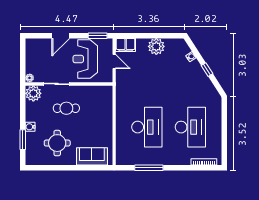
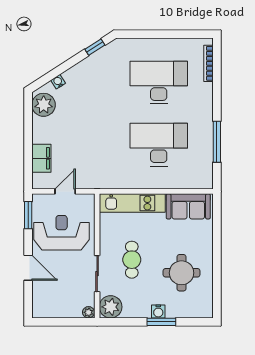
filing cabinet: (126, 45) -> (41, 158), moved
plant: (156, 46) -> (44, 105), moved
reception desk: (85, 59) -> (62, 233), turned 180
window: (207, 70) -> (95, 47), moved
kitchen unit: (106, 109) -> (132, 203), added
window: (23, 140) -> (161, 322), moved
sofa: (92, 156) -> (188, 206), moved, turned -90

